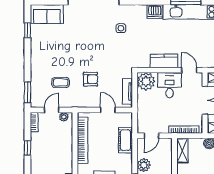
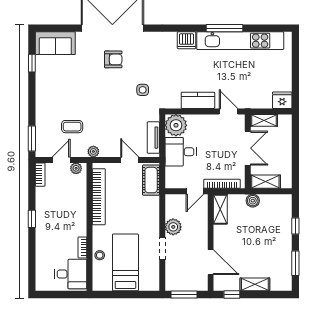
side table: (121, 28) -> (143, 90), moved
armchair: (91, 79) -> (113, 59), moved
desk: (170, 85) -> (181, 152), moved, turned -90
plant: (78, 103) -> (93, 151), added
door: (151, 136) -> (195, 191), moved
cot: (125, 140) -> (151, 180), moved
window: (27, 148) -> (32, 219), moved

